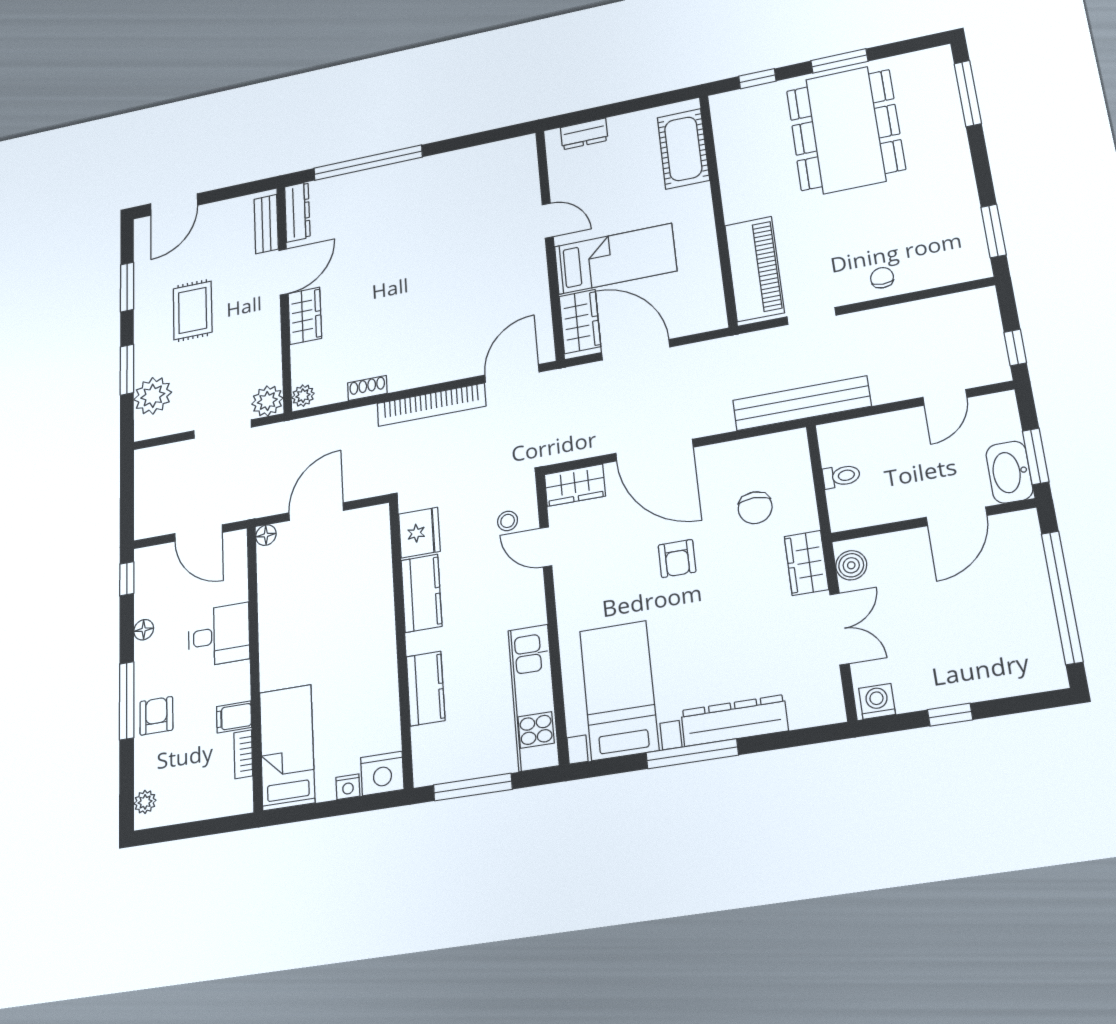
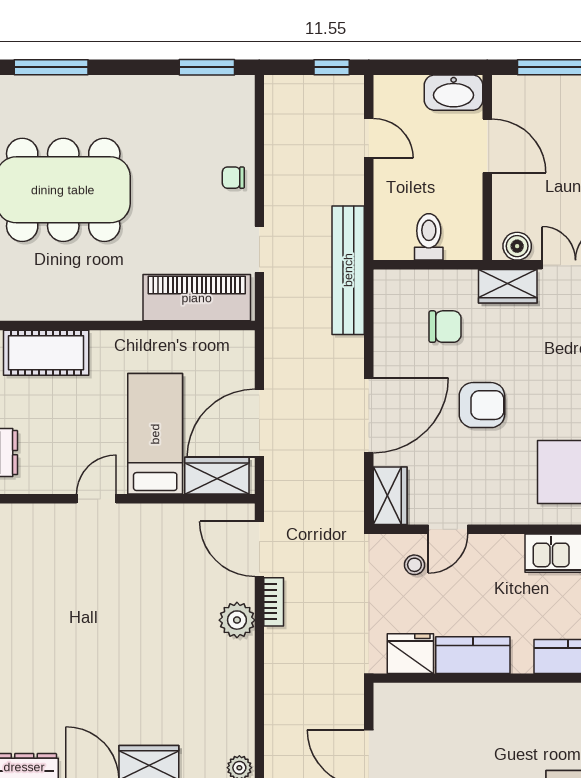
plant: (442, 367) -> (237, 620), added
shoe rack: (367, 388) -> (245, 699), removed
bookcase: (431, 405) -> (274, 602), width x0.43, depth x0.76
window: (1036, 456) -> (443, 67), removed
toilet: (841, 476) -> (429, 237), width x1.37, depth x1.39
armchair: (677, 558) -> (482, 405), width x1.38, depth x1.38

